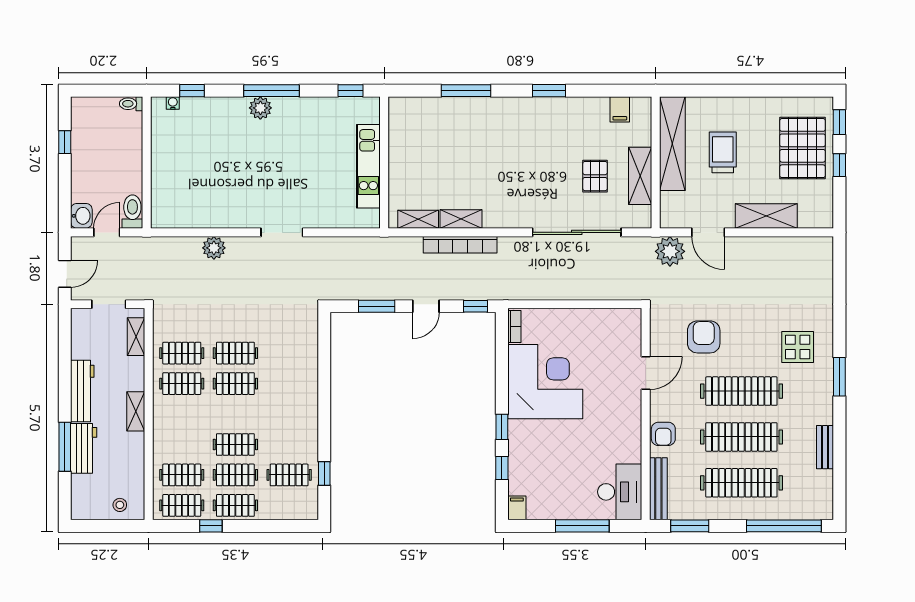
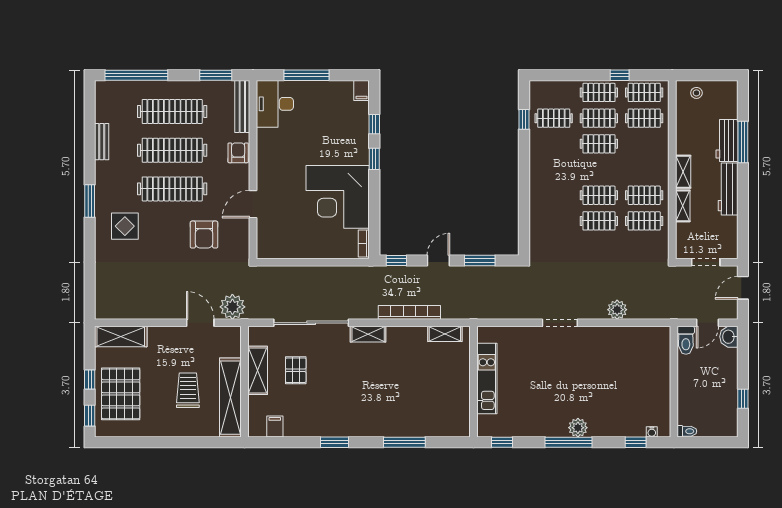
trolley: (723, 152) -> (188, 390), turned 180
shelving: (766, 216) -> (121, 337), moved
shelving: (461, 219) -> (368, 334), moved
shelving: (136, 337) -> (683, 206), moved

